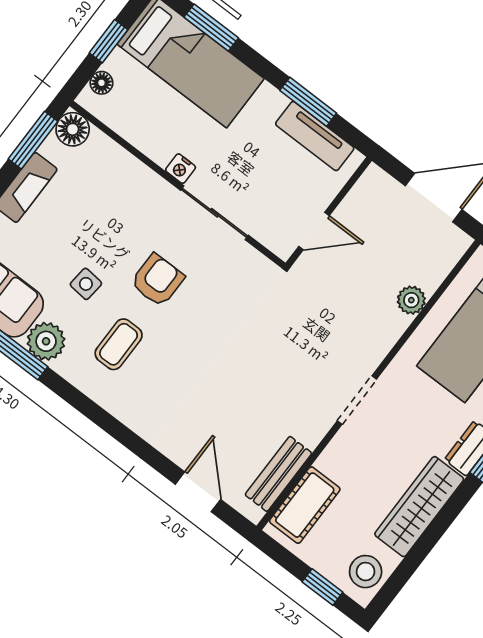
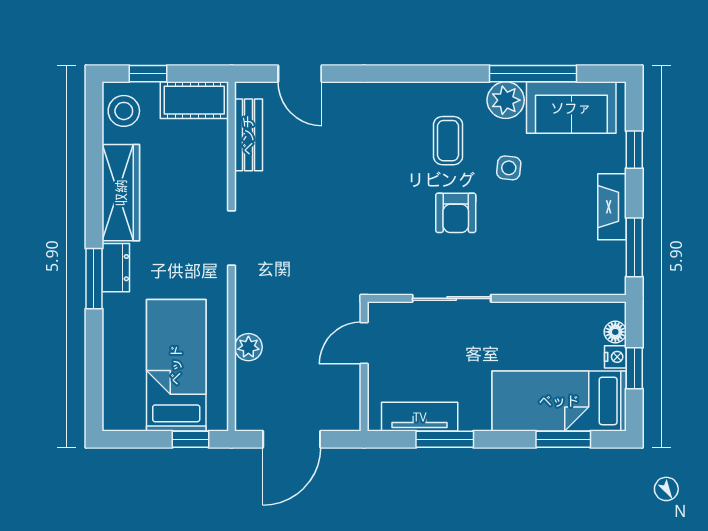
floor lamp: (73, 129) -> (610, 279), removed
nightstand: (181, 169) -> (615, 357), moved, turned 90
cot: (305, 505) -> (194, 100), moved, turned 90

